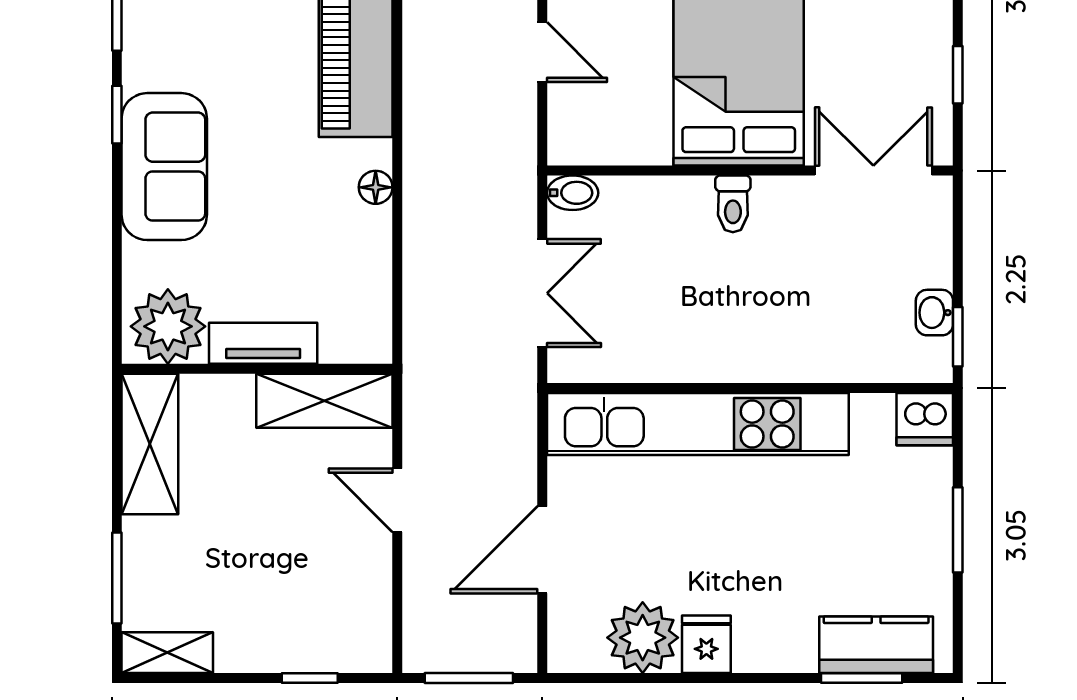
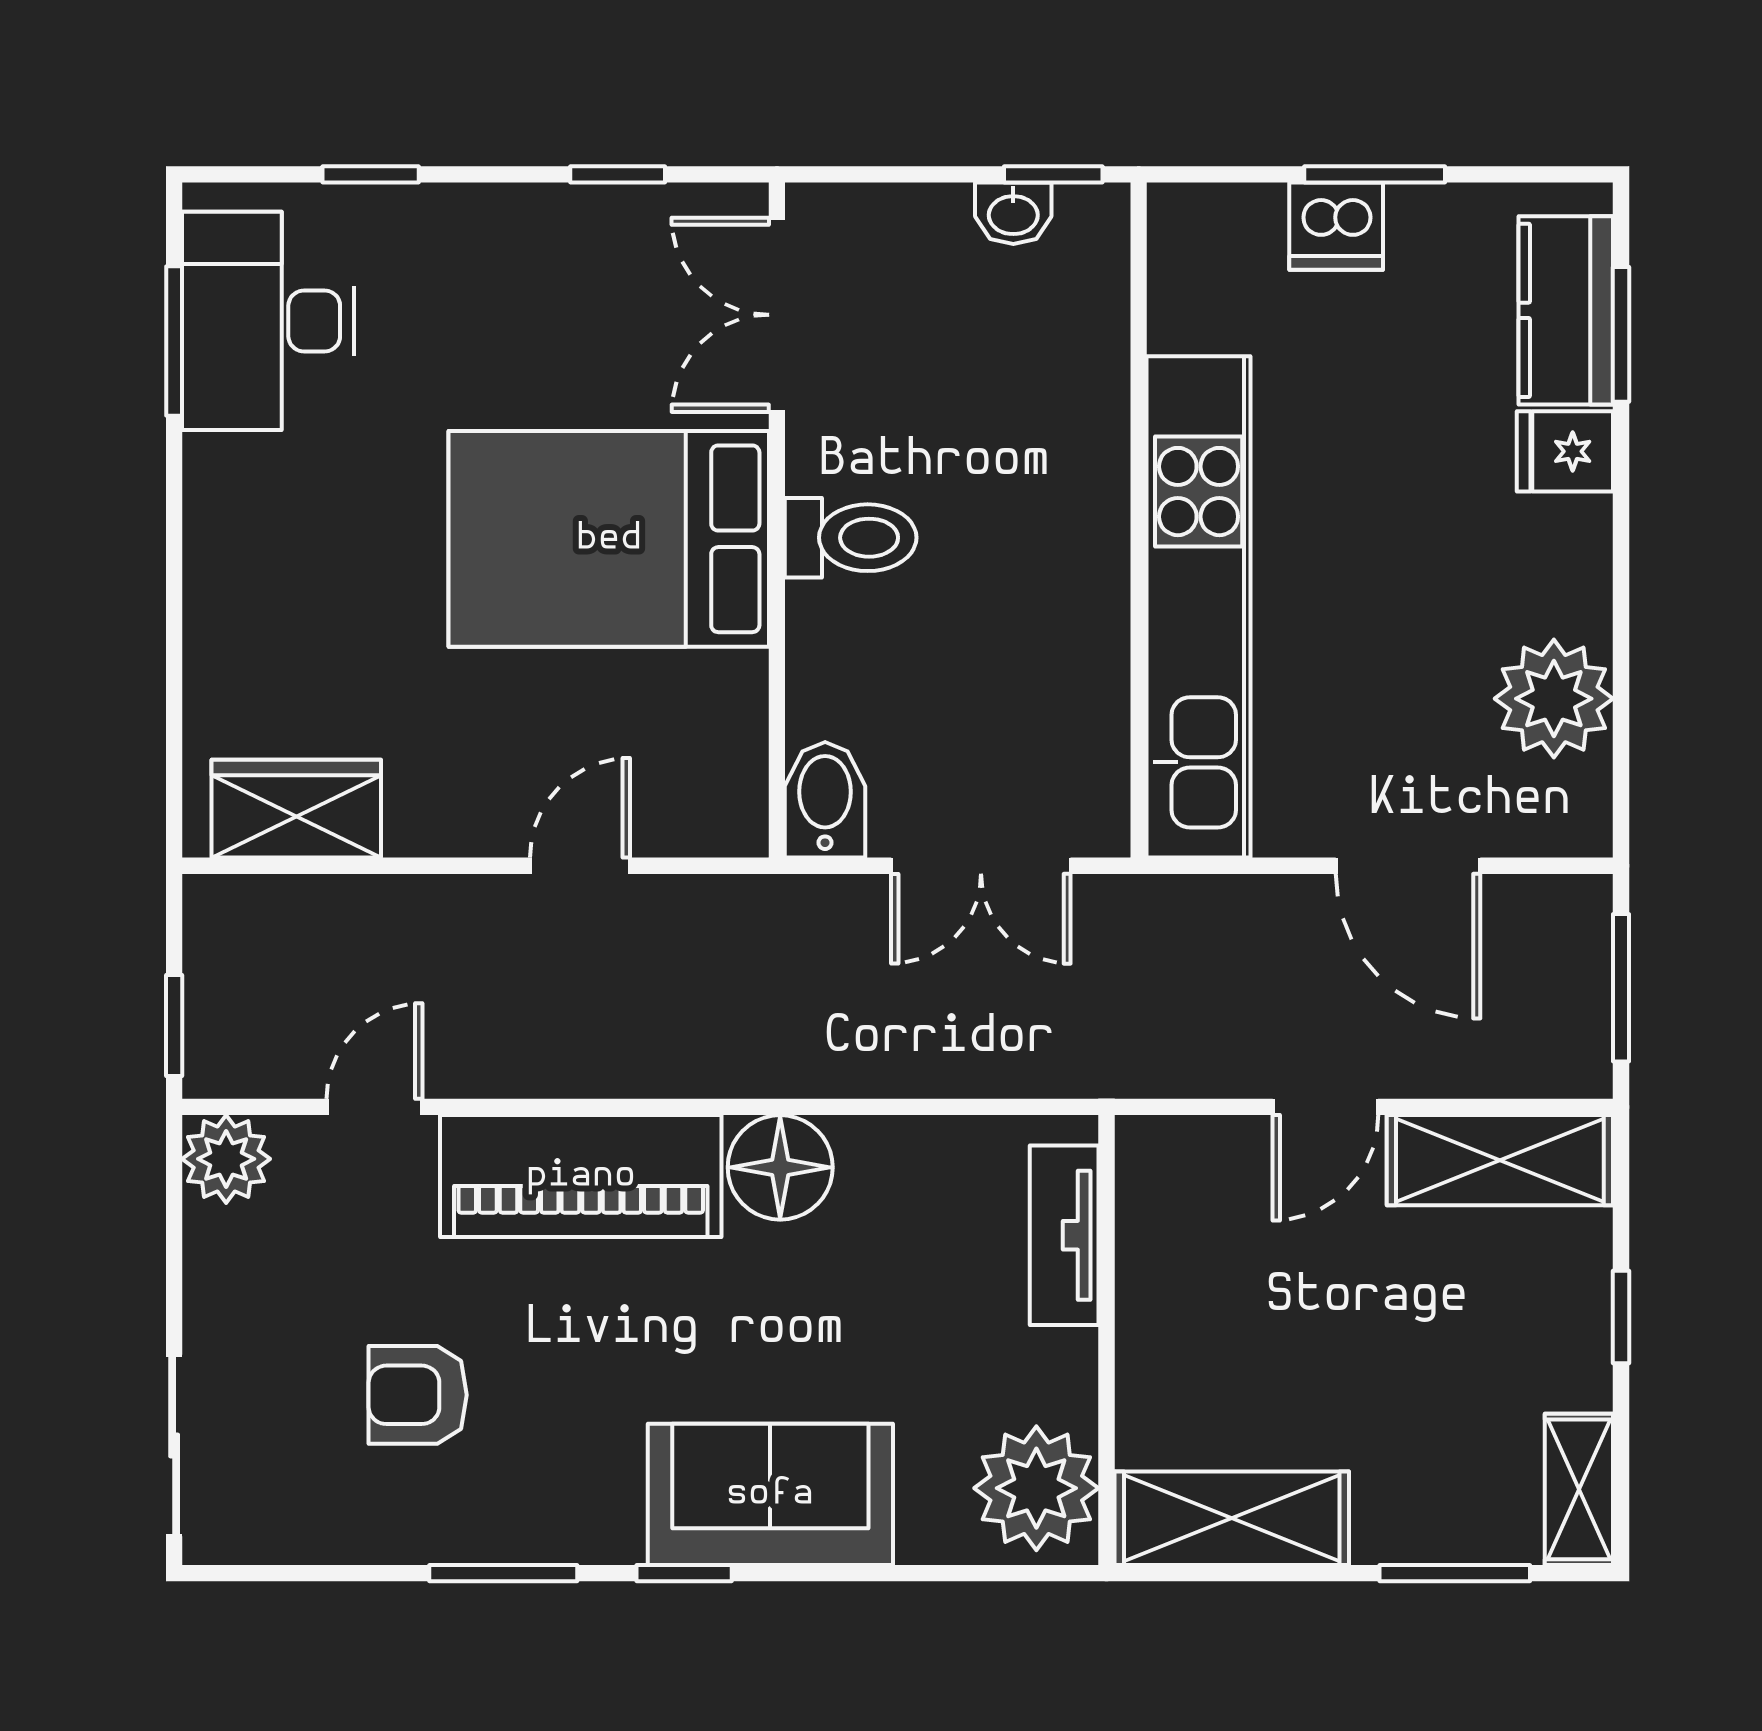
floor lamp: (376, 187) -> (780, 1167), width x1.89, depth x1.89
bidet: (573, 193) -> (825, 800), width x1.38, depth x1.36
toilet: (733, 204) -> (851, 538), width x1.37, depth x1.39
double door: (542, 293) -> (981, 866), swing flipped
tv unit: (263, 343) -> (1064, 1235), moved
shelving: (324, 401) -> (1500, 1160), moved, turned 90
dishwasher: (925, 419) -> (1336, 226), moved, turned 90
fridge: (706, 644) -> (1565, 451), moved
window: (310, 678) -> (1621, 1317), moved

